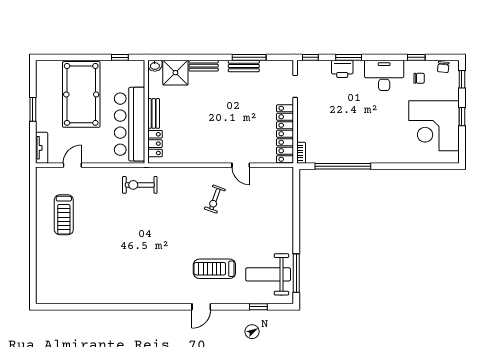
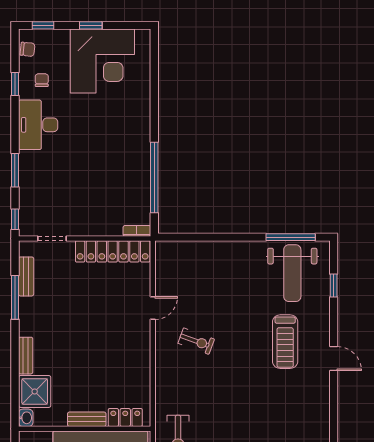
bench: (244, 66) -> (26, 276), moved
printer: (342, 69) -> (30, 178), removed

